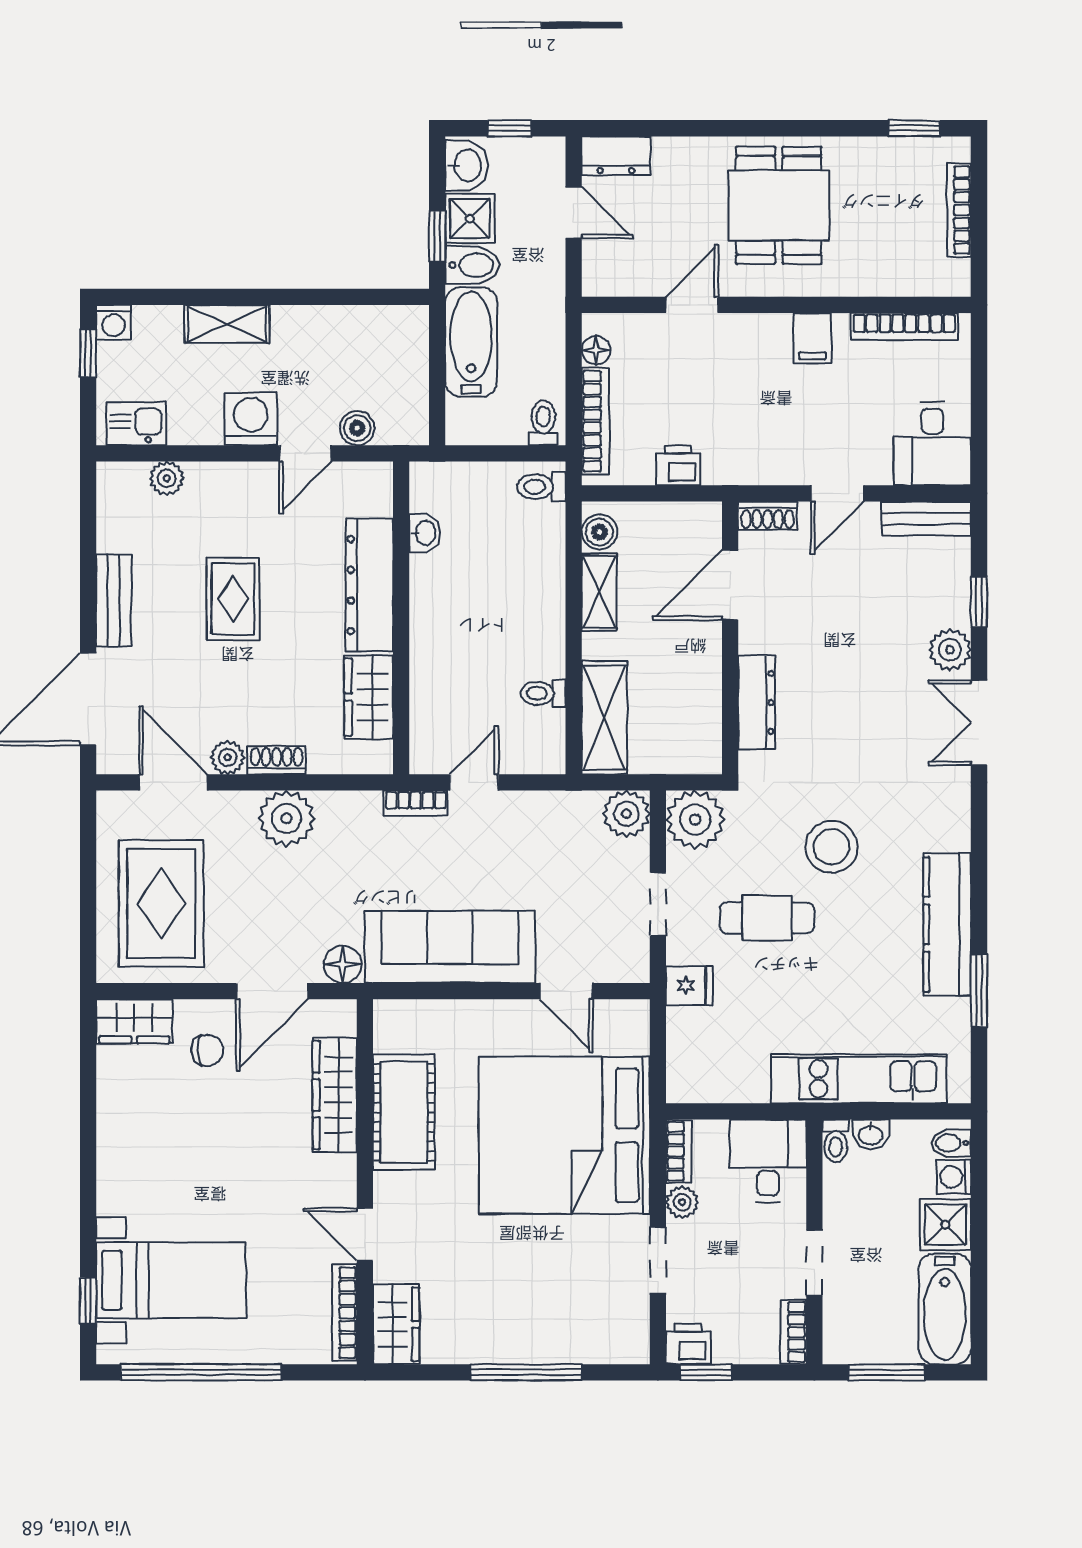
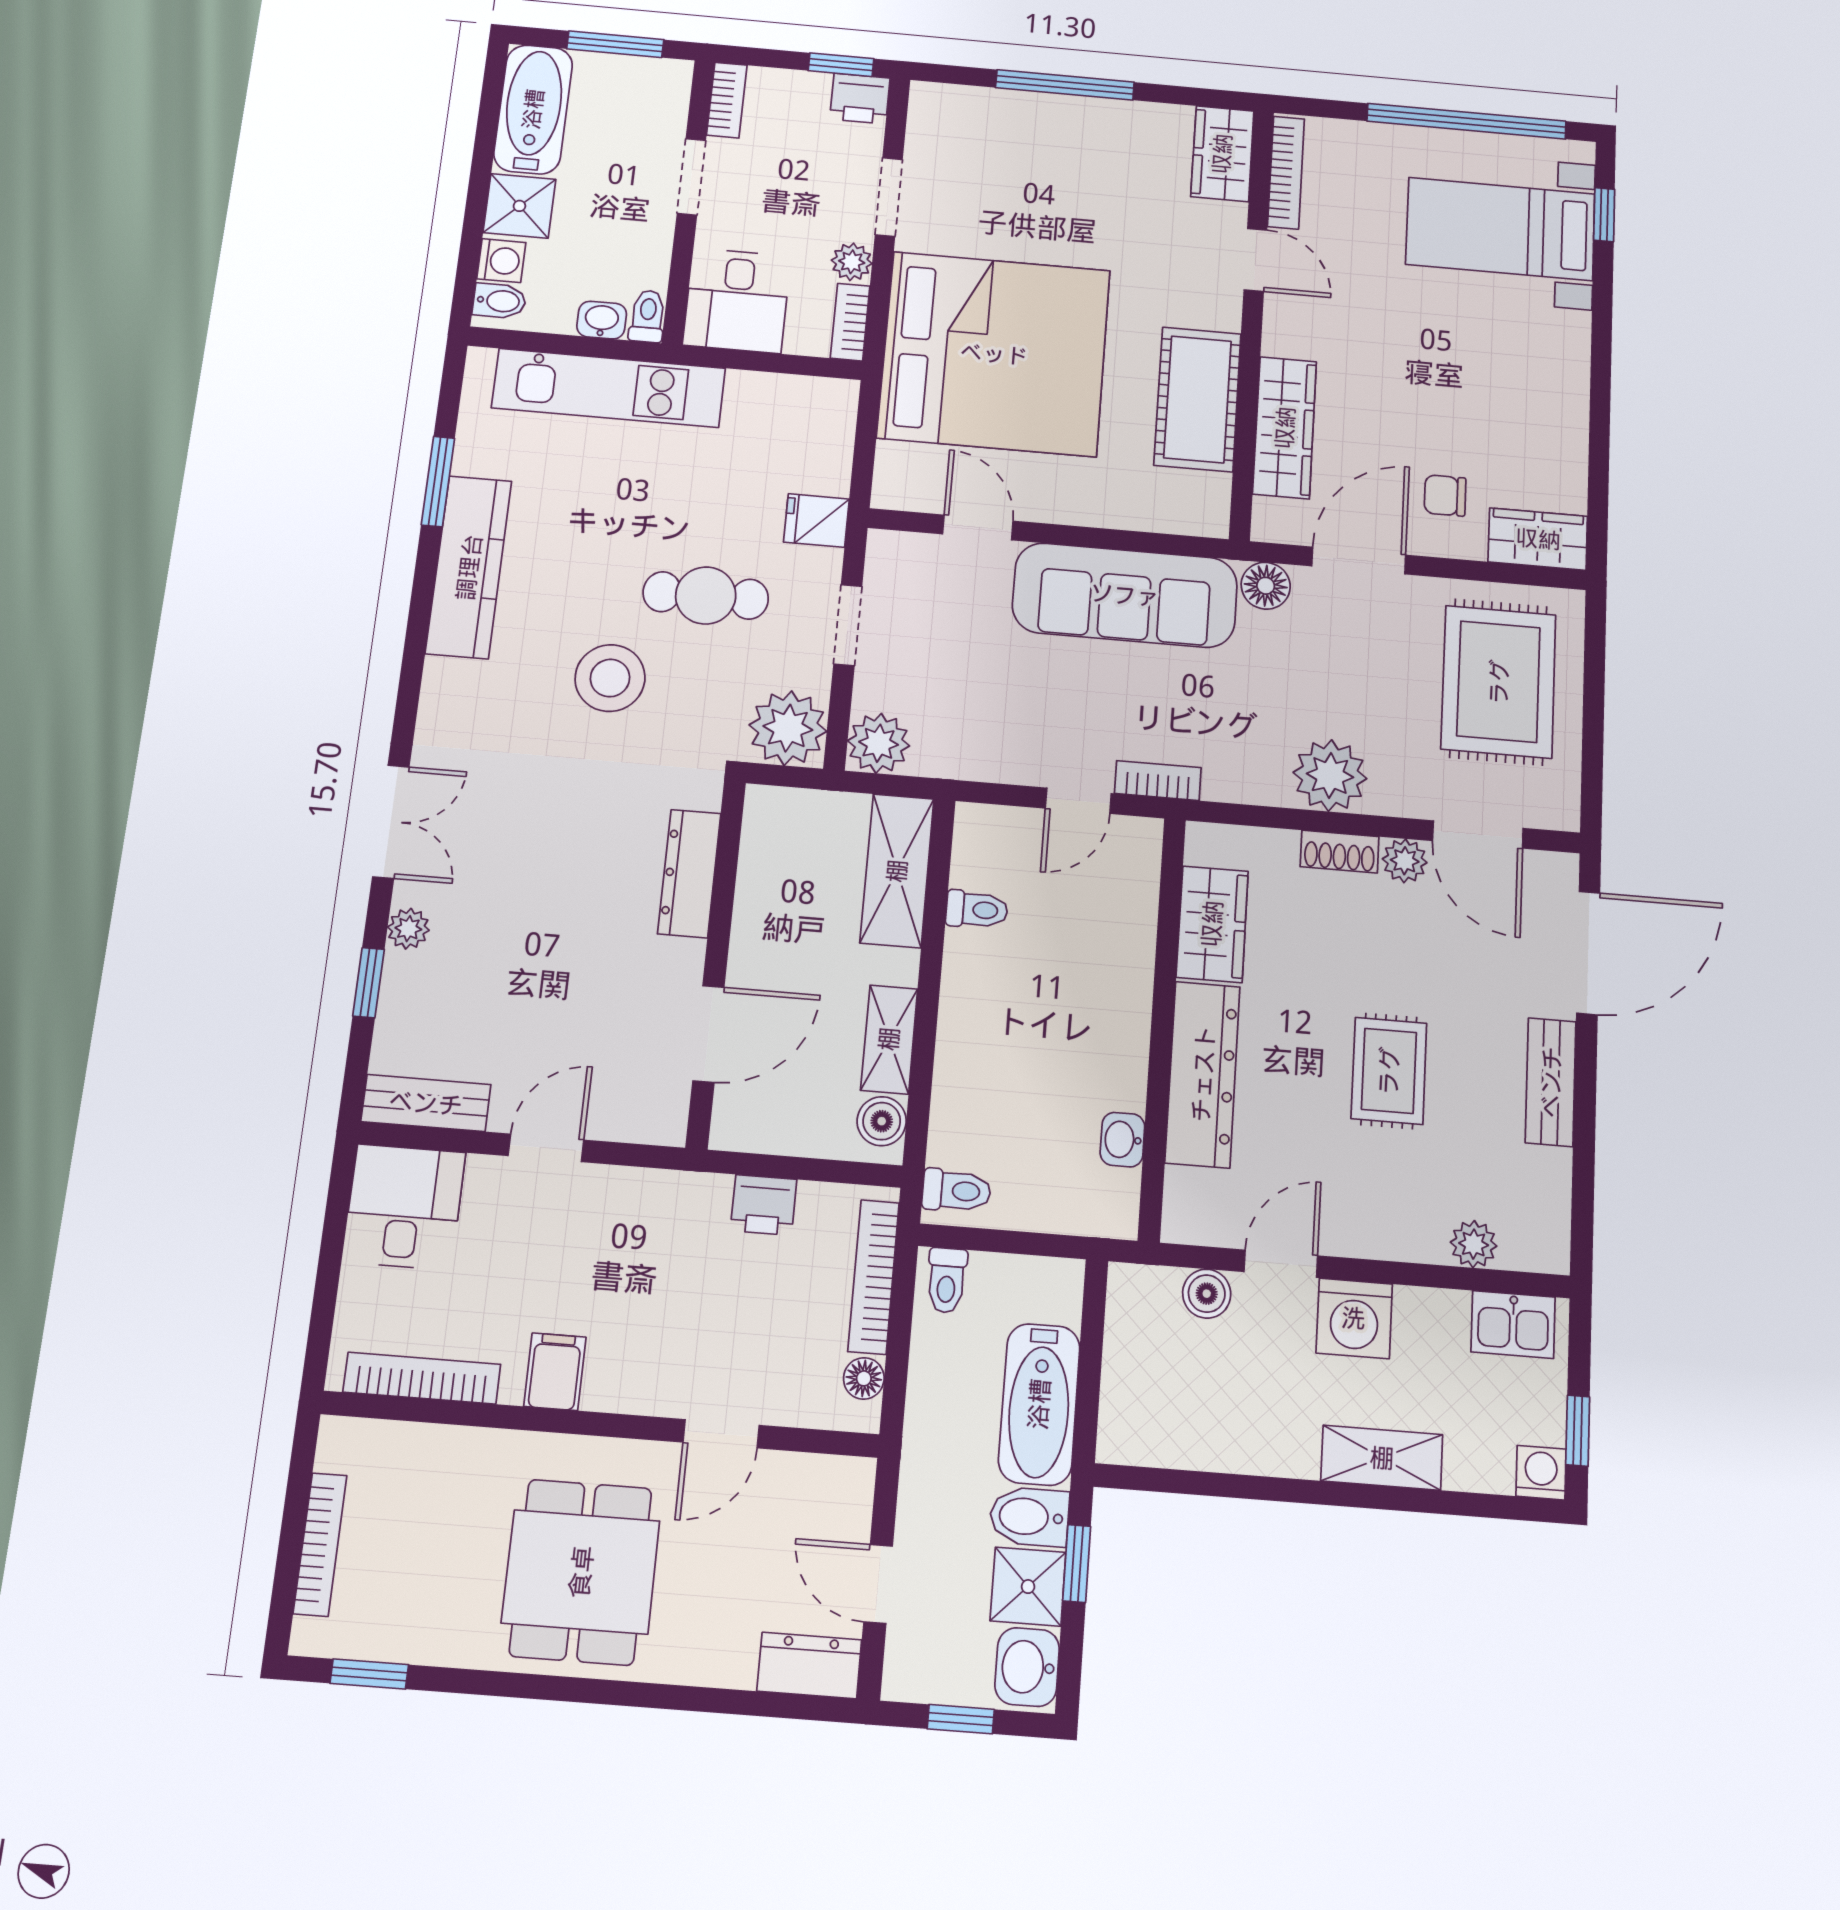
shoe rack: (768, 516) -> (647, 1125), removed
plant: (950, 650) -> (408, 929), width x0.73, depth x0.73

